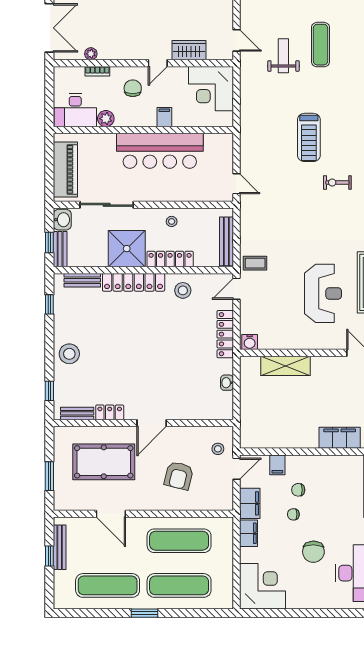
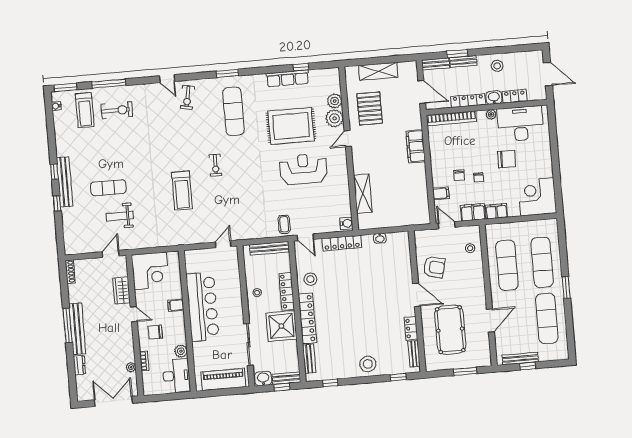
treadmill: (309, 137) -> (182, 191), turned 90
stool: (218, 449) -> (470, 248), moved
armchair: (179, 476) -> (434, 267), moved

